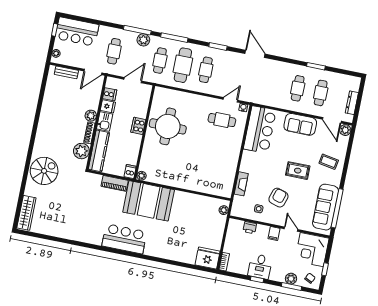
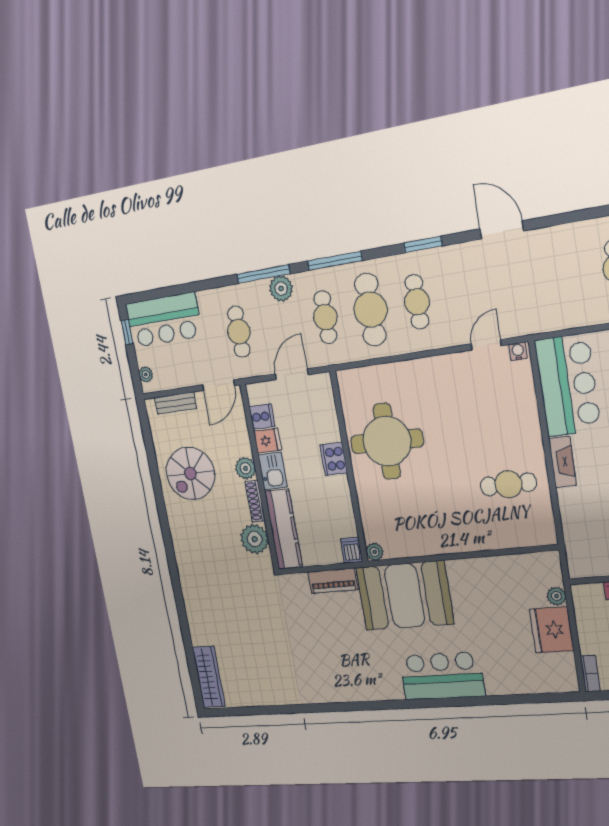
cafe table: (222, 120) -> (508, 484), moved
spiral stairs: (44, 171) -> (190, 473), moved, turned 180
fireplace: (241, 184) -> (562, 462), moved
plant: (224, 210) -> (556, 596), moved
bar counter: (124, 239) -> (442, 676), moved
fridge: (208, 258) -> (552, 630), moved, turned -90

